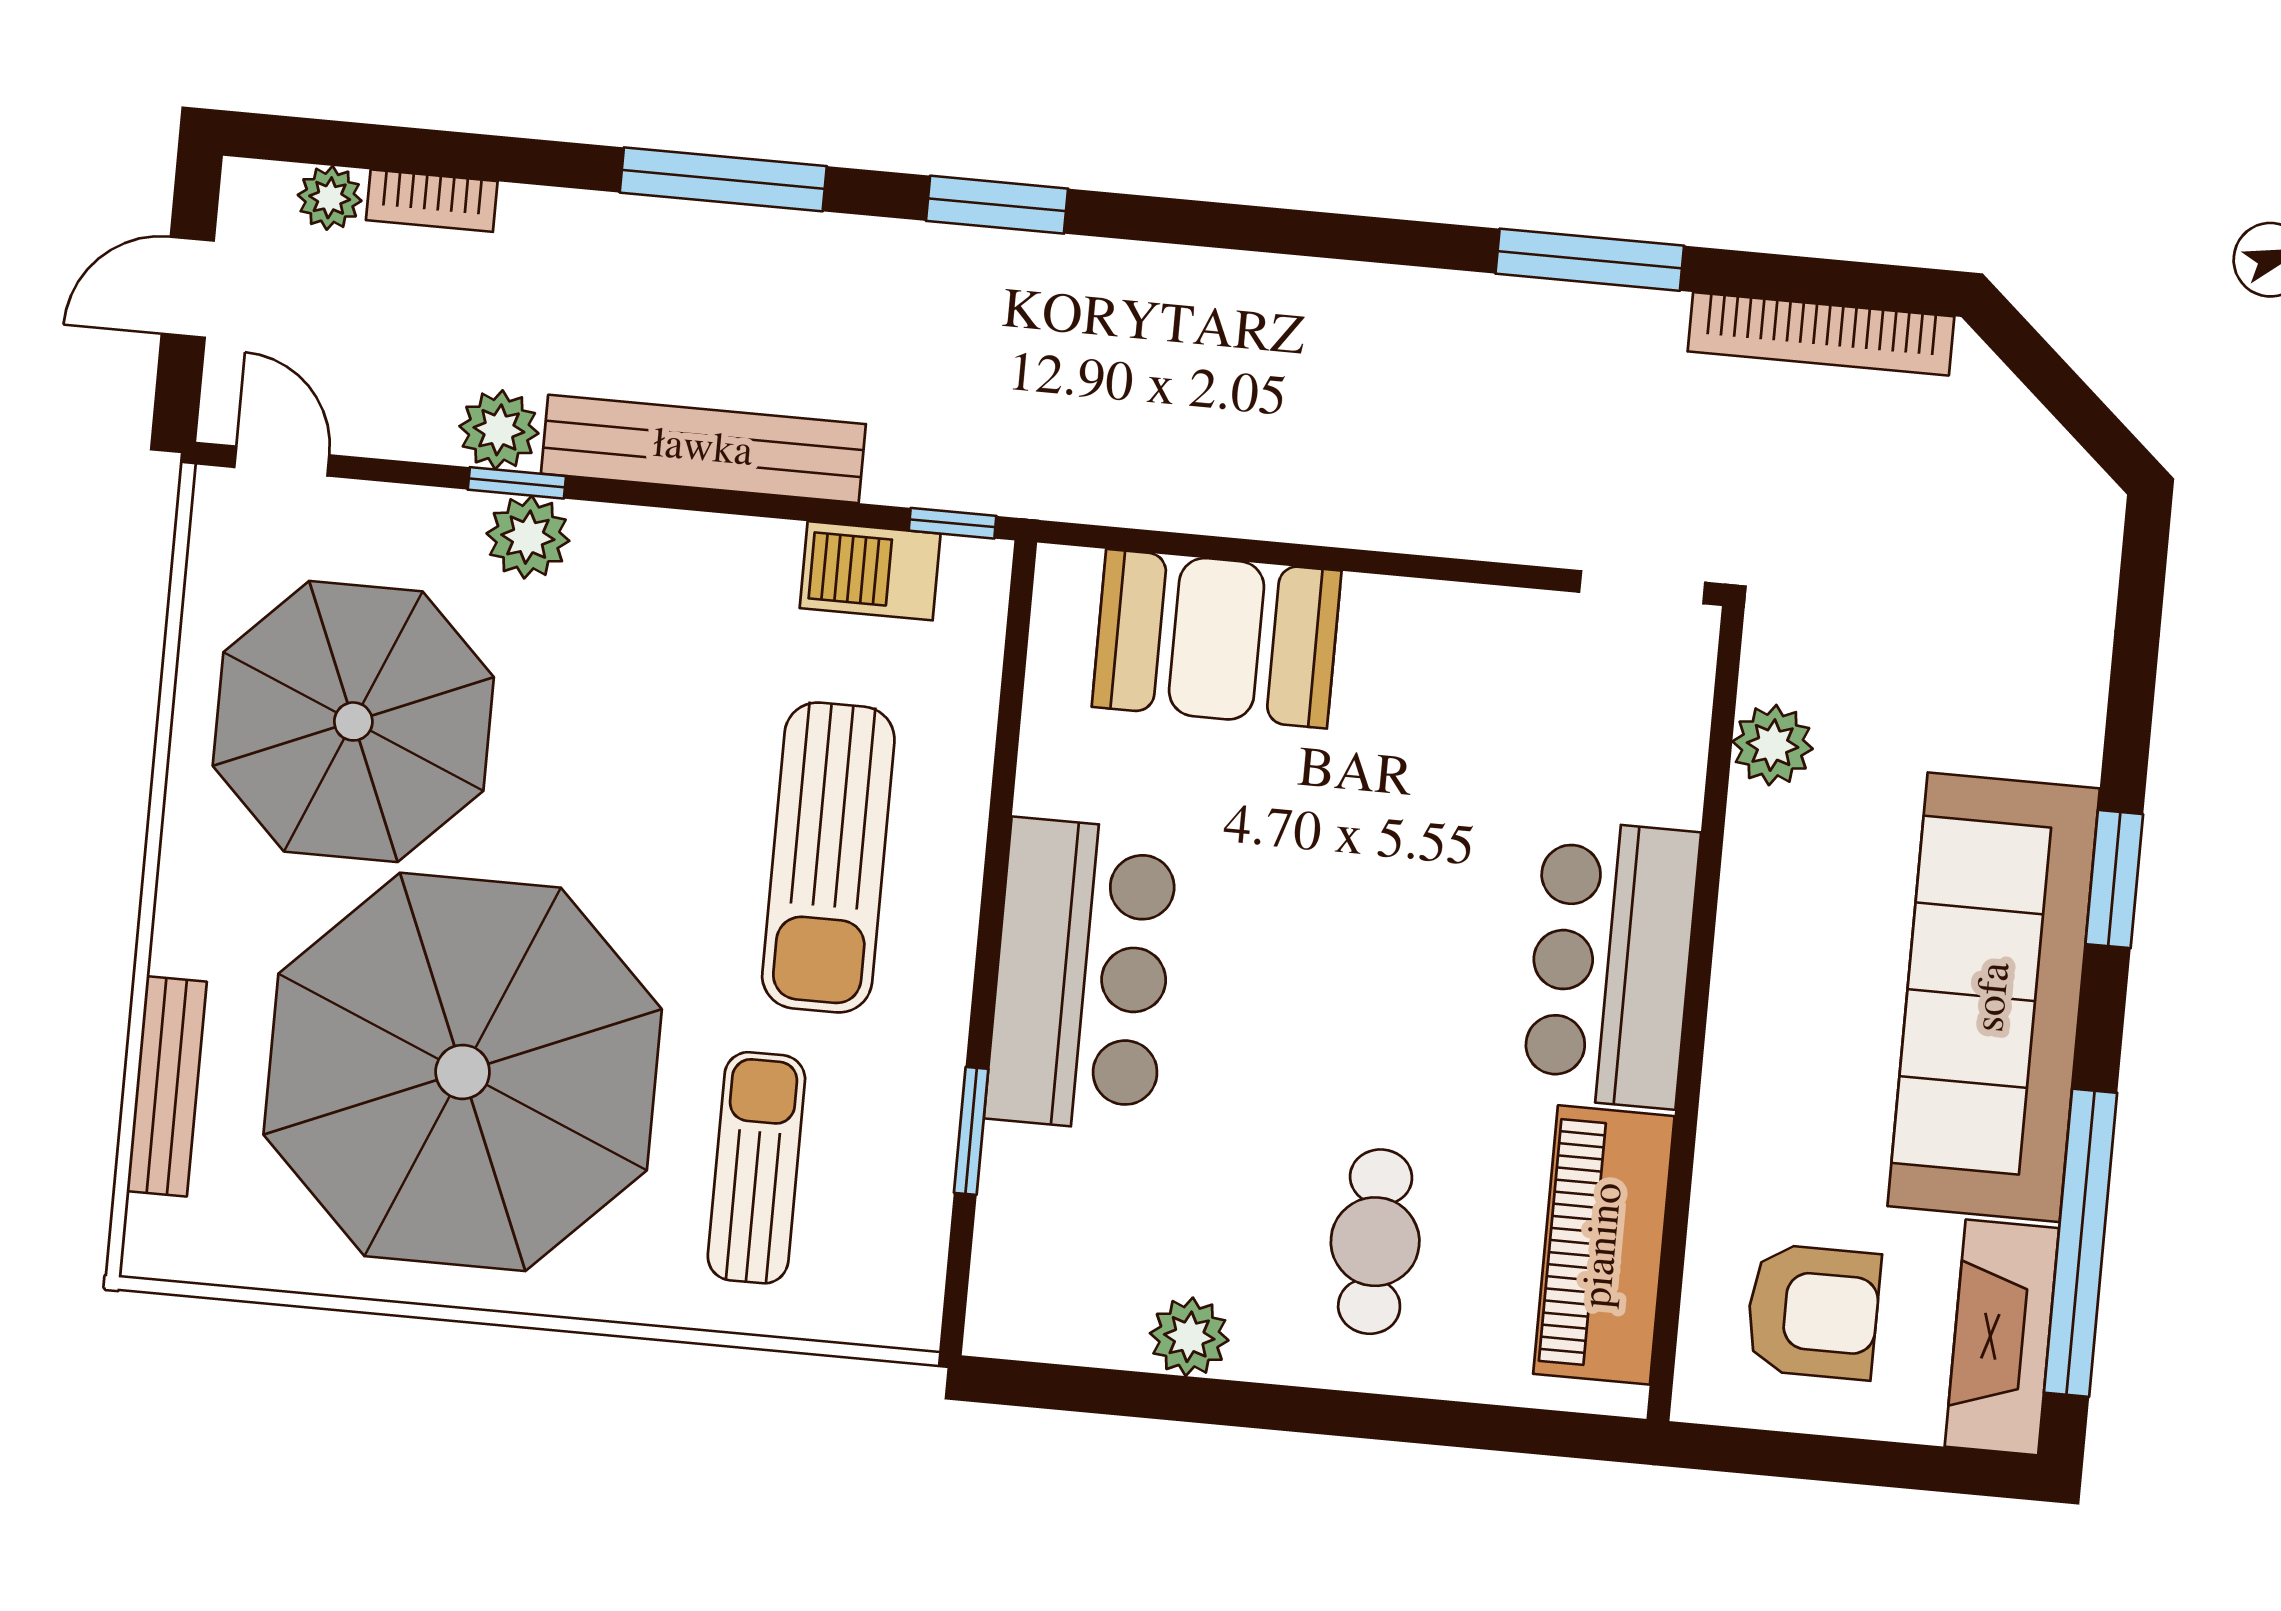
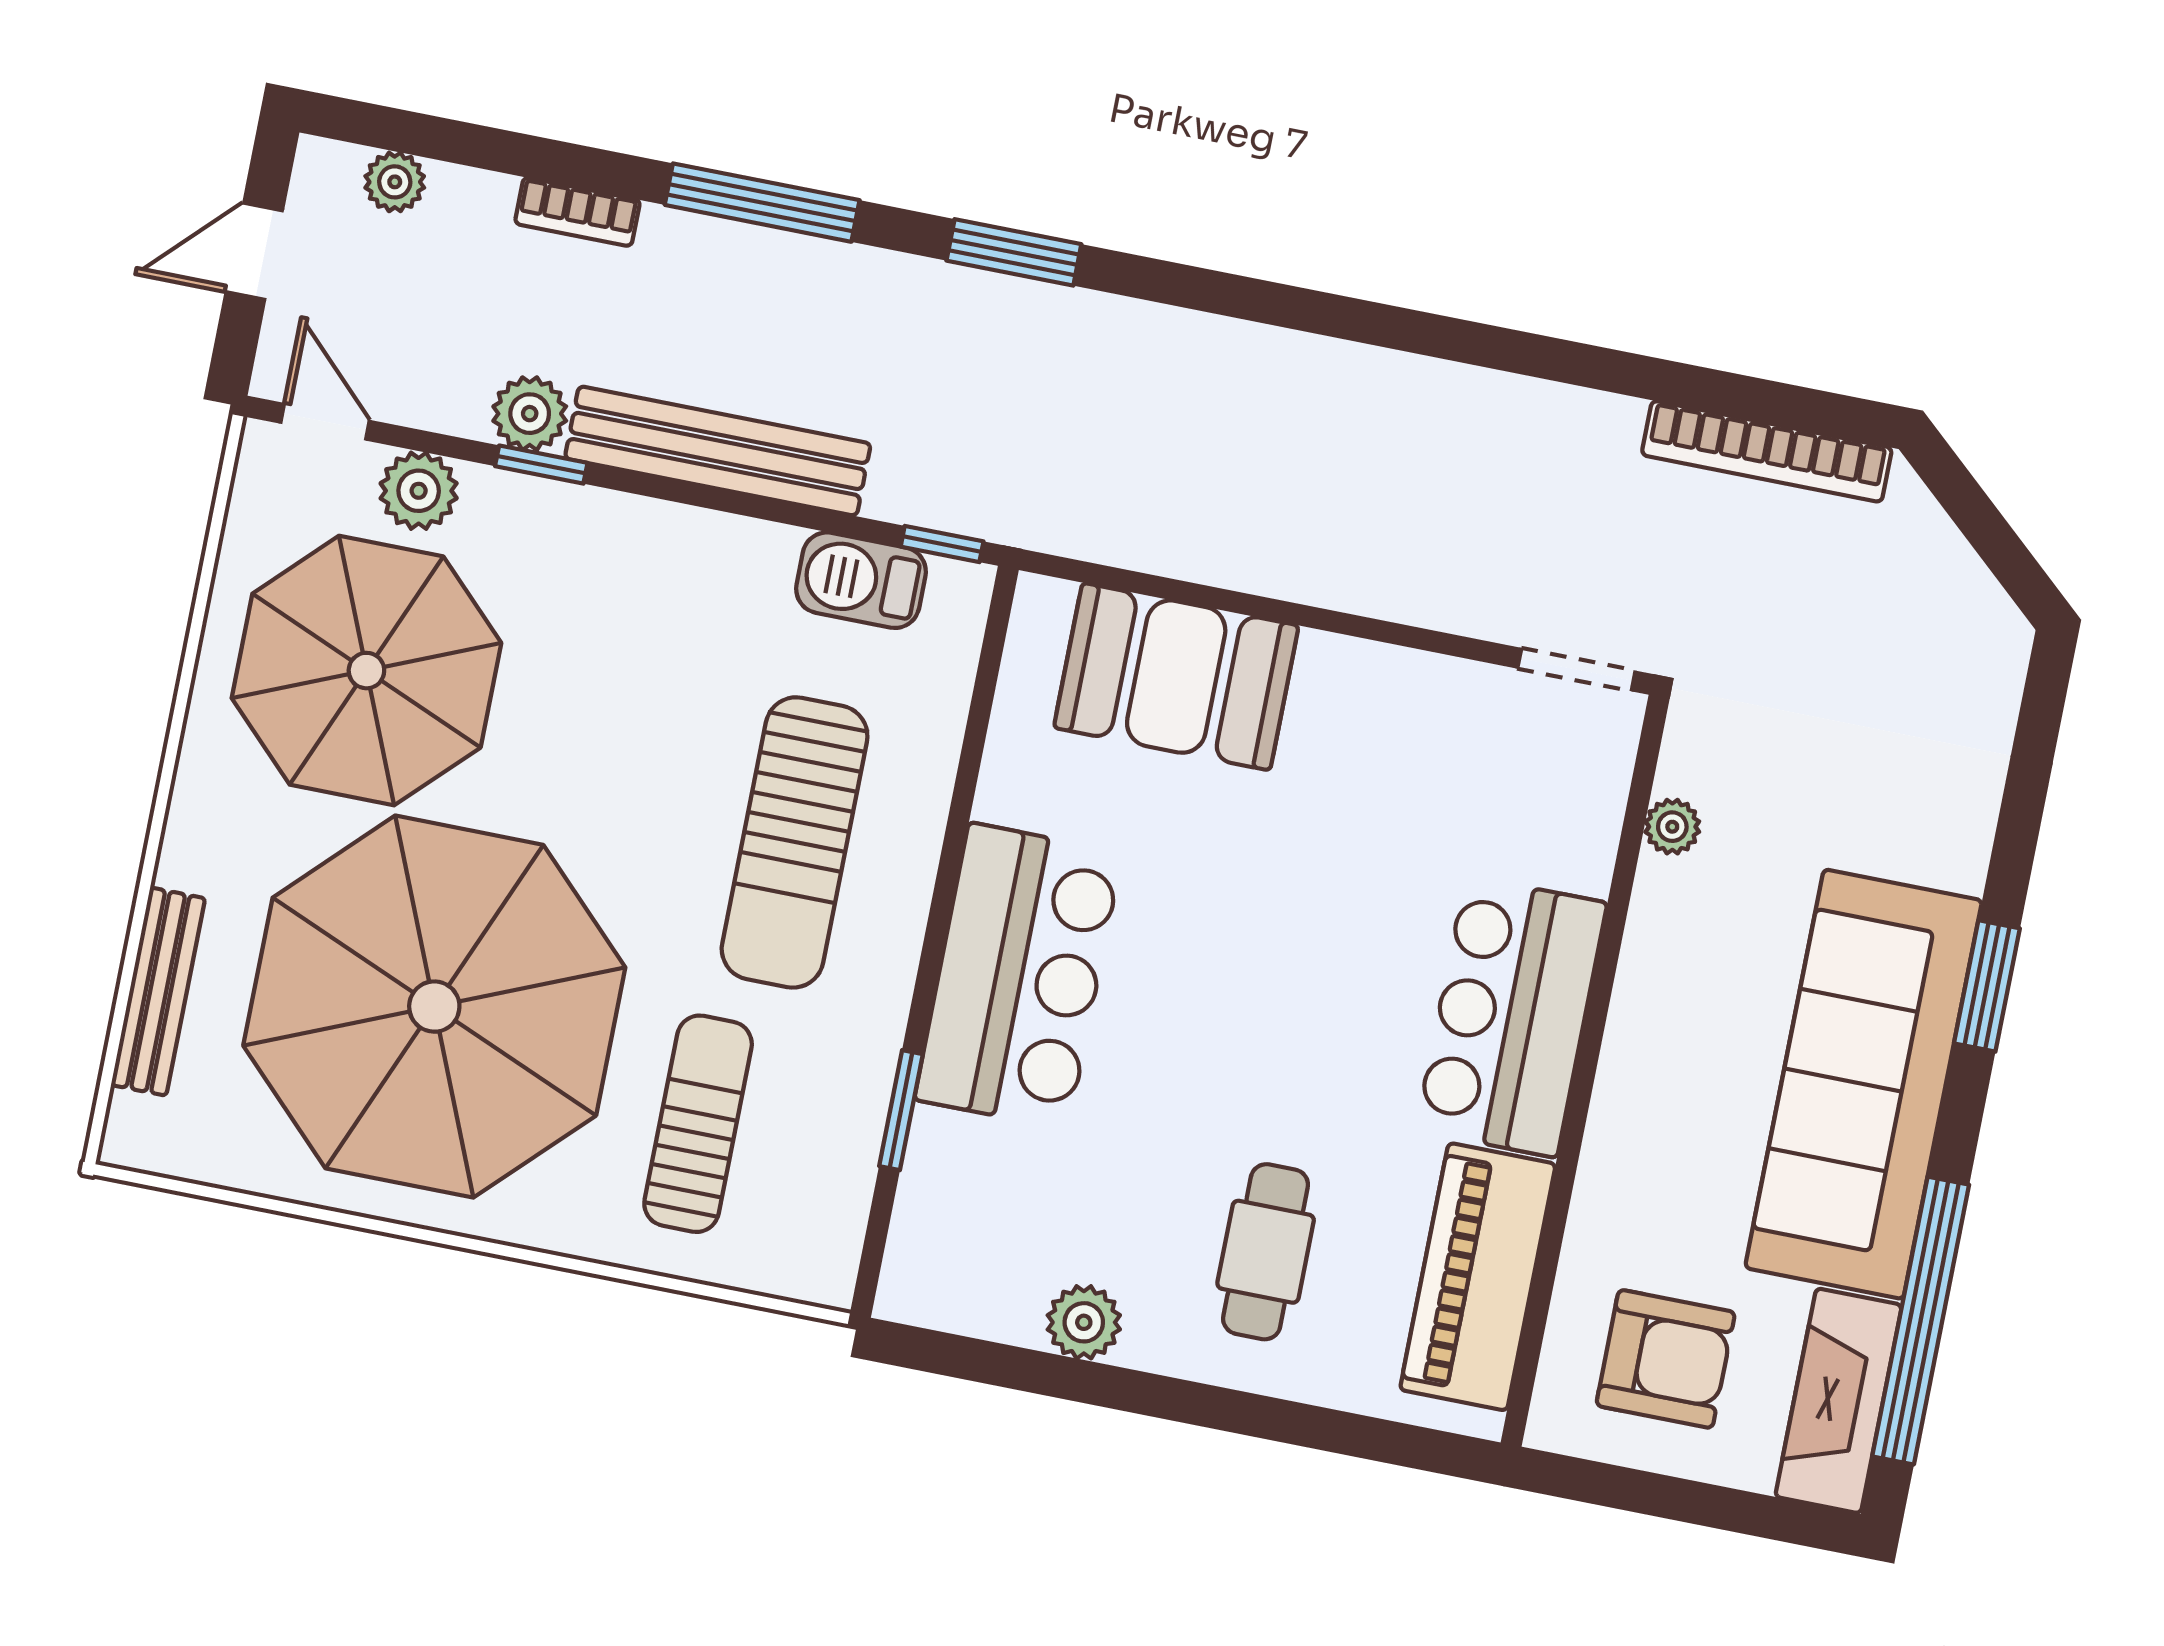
bookcase: (432, 201) -> (577, 212), moved
window: (1590, 260) -> (1559, 360), removed
plant: (528, 537) -> (419, 491), moved
plant: (1773, 745) -> (1672, 827), width x0.73, depth x0.73

